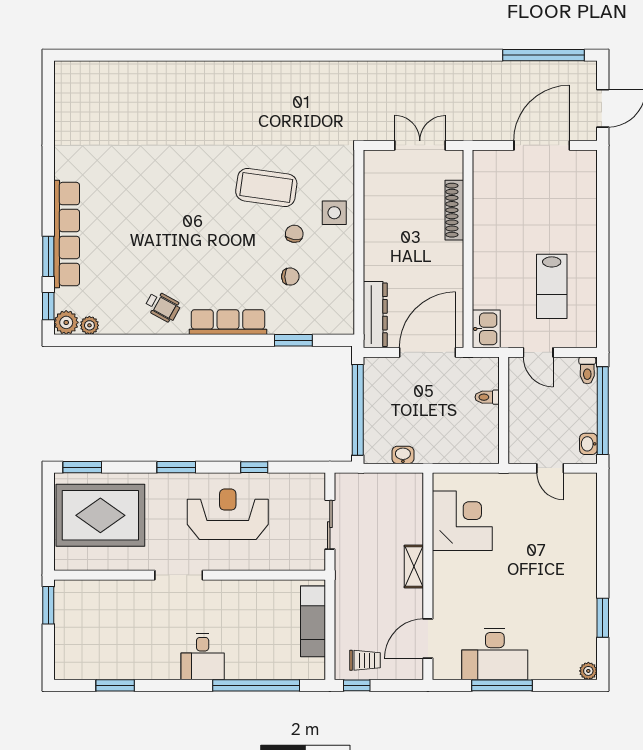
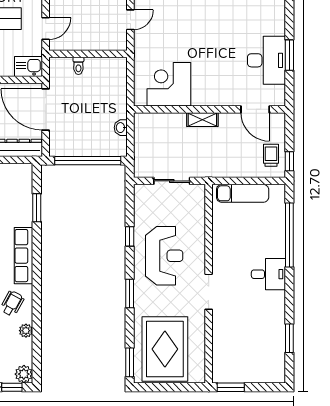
plant: (89, 325) -> (26, 331), moved
reception desk: (228, 514) -> (164, 256), turned 180
window: (502, 685) -> (289, 55), width x0.69

